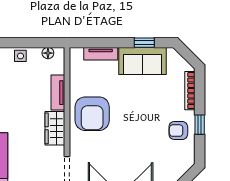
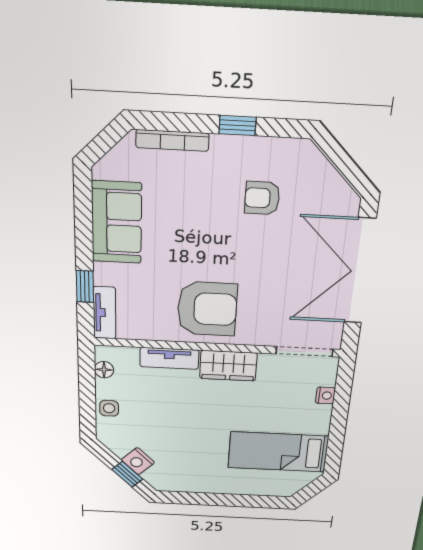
window: (144, 43) -> (85, 287), moved
tv unit: (101, 54) -> (105, 313), moved
armchair: (178, 131) -> (262, 198), moved, turned 90

